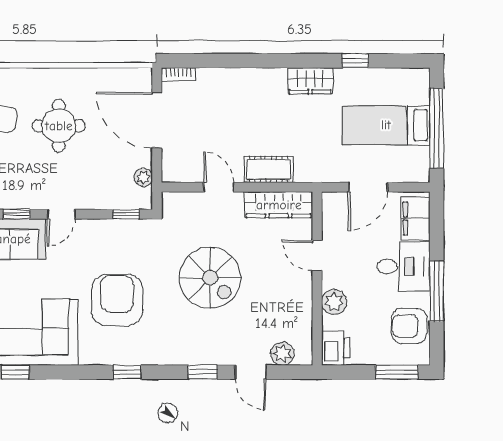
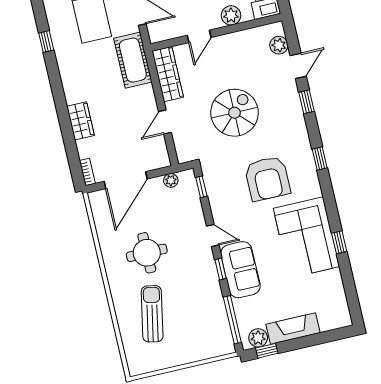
wardrobe: (310, 81) -> (80, 121), moved
cot: (269, 169) -> (133, 60), moved, width x1.37, depth x1.34
armchair: (117, 300) -> (267, 179), turned -90

